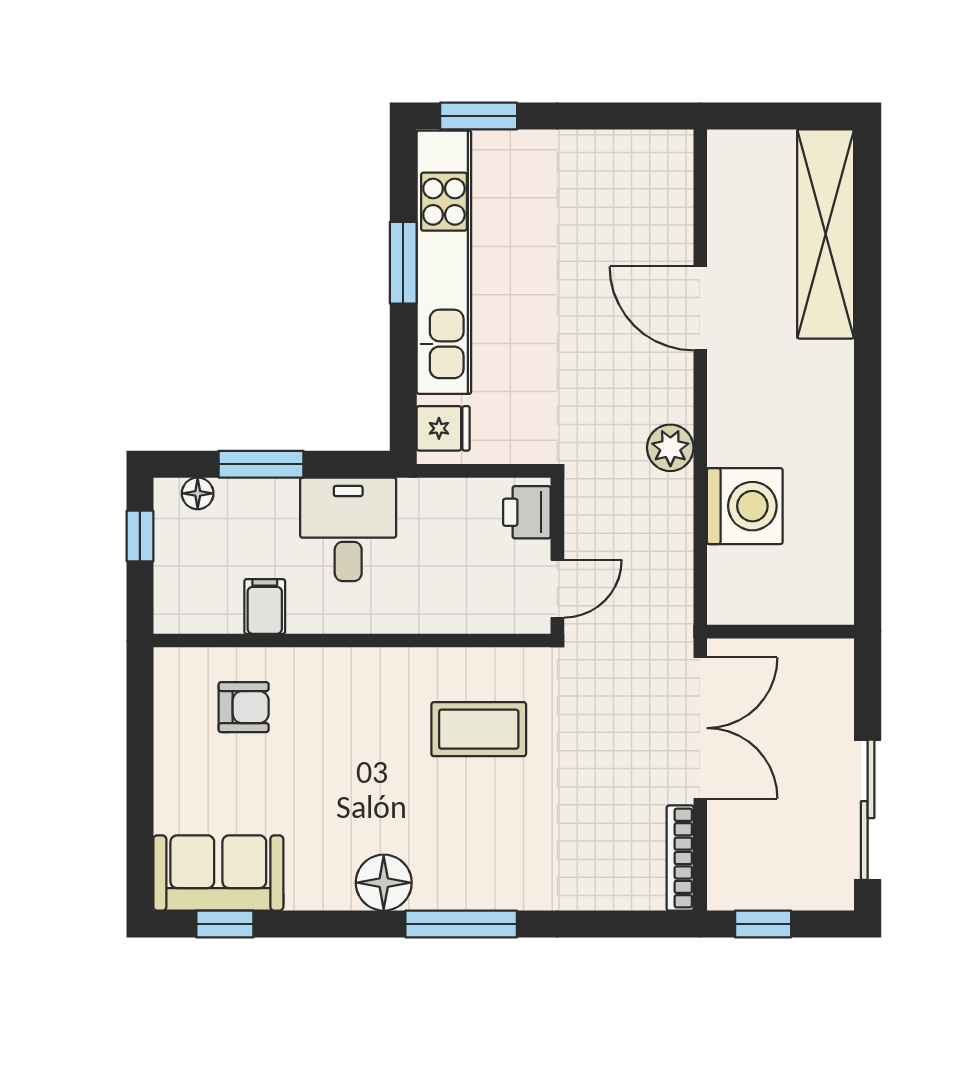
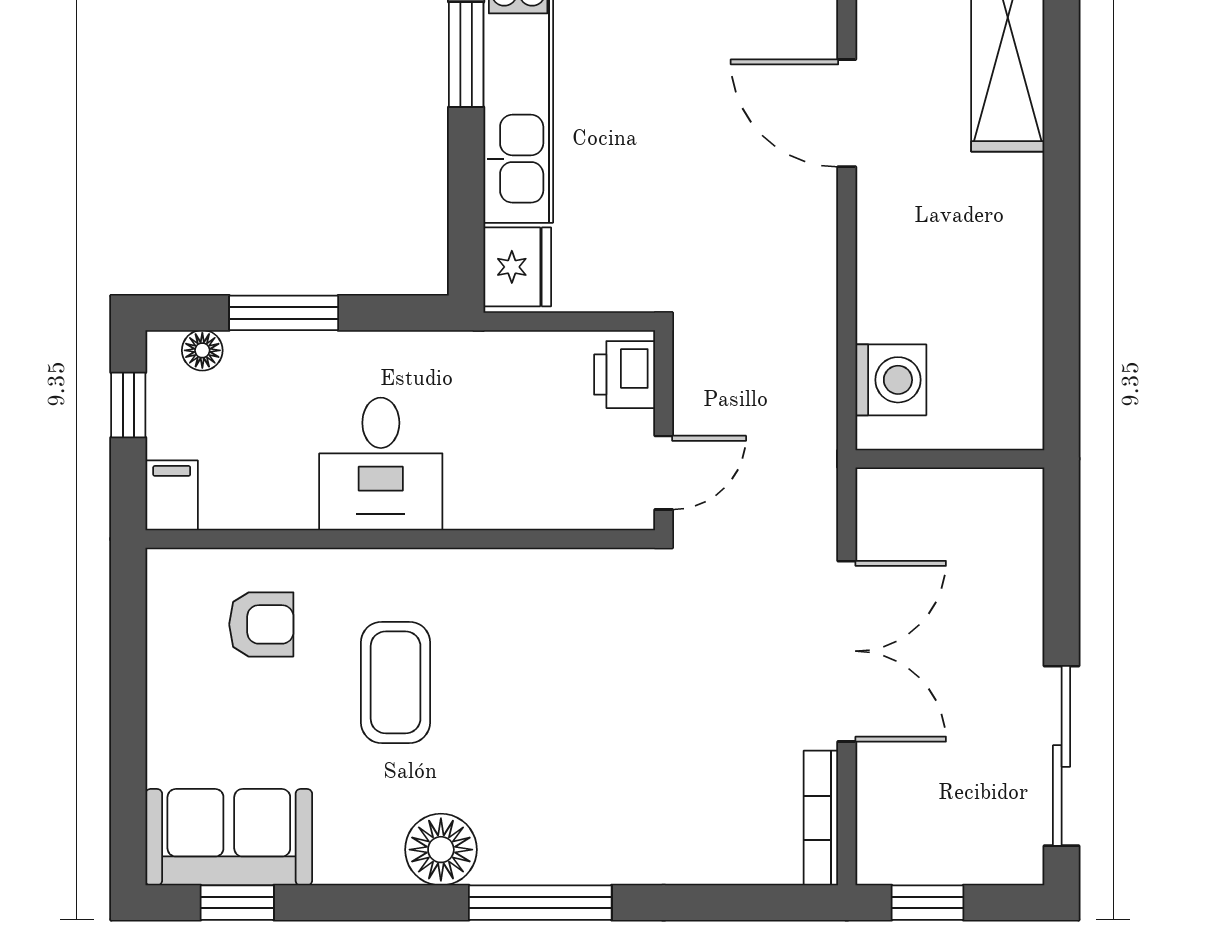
fridge: (443, 428) -> (517, 267), width x1.38
plant: (670, 448) -> (808, 292), removed
washing machine: (745, 506) -> (891, 380), width x0.73, depth x0.73
desk: (348, 529) -> (381, 464), moved, turned 180
filing cabinet: (265, 606) -> (172, 495), moved
wall: (781, 632) -> (950, 459), moved
coffee table: (479, 729) -> (396, 682), moved, turned 90

